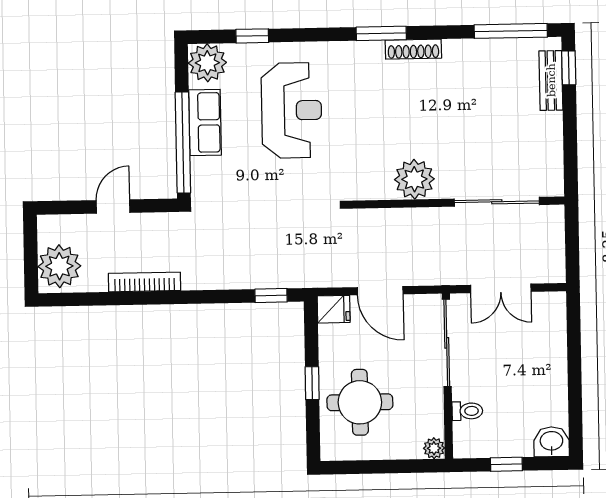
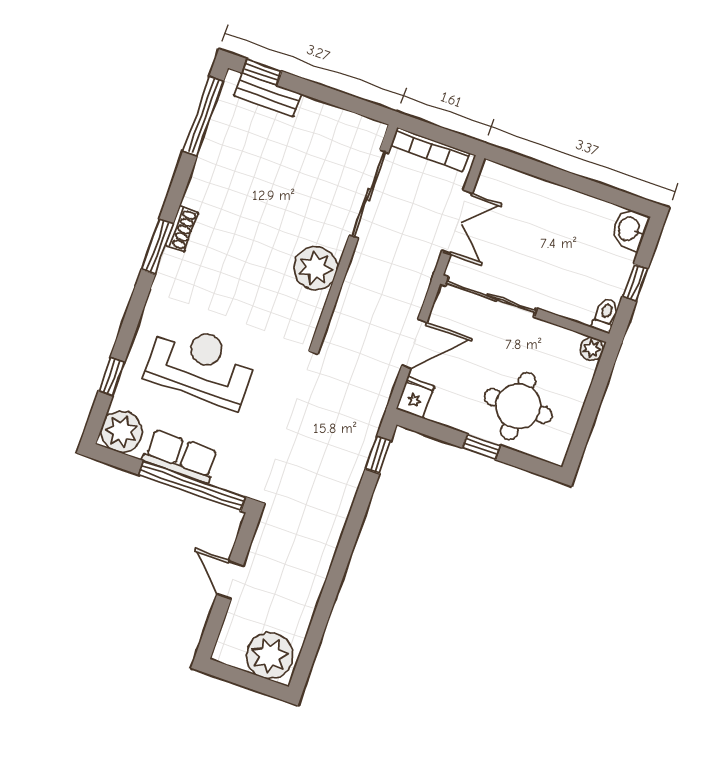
shoe rack: (413, 49) -> (182, 229), width x0.70
bookcase: (144, 282) -> (430, 149), moved, turned -90
toilet: (467, 411) -> (605, 315), moved

